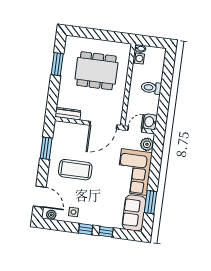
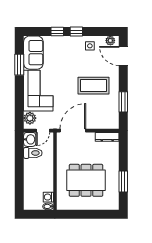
toilet: (151, 88) -> (33, 153), moved

